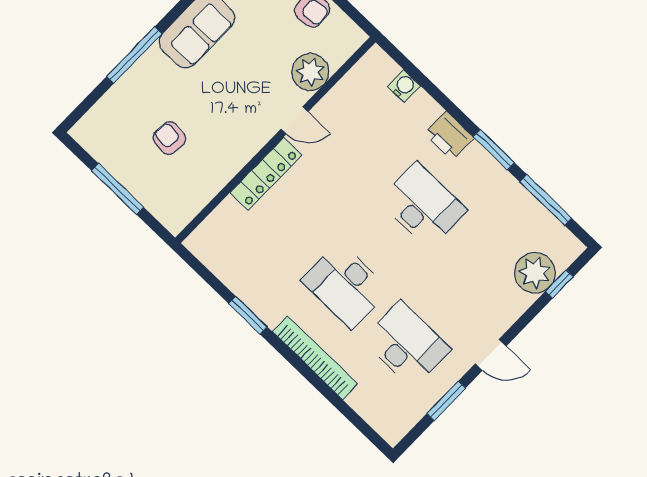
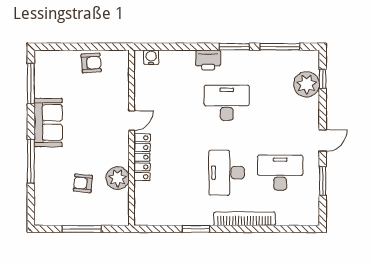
plant: (310, 72) -> (118, 178), moved
water cooler: (404, 86) -> (151, 57), moved
desk: (346, 285) -> (227, 173), turned 90

